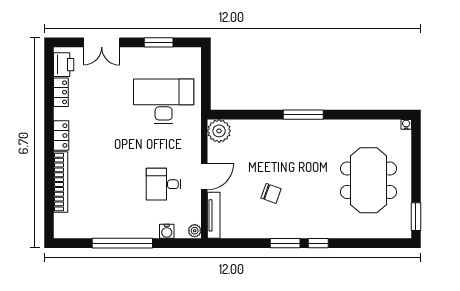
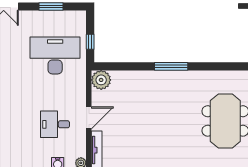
window: (206, 85) -> (90, 42), added
chair: (271, 193) -> (144, 132), removed

